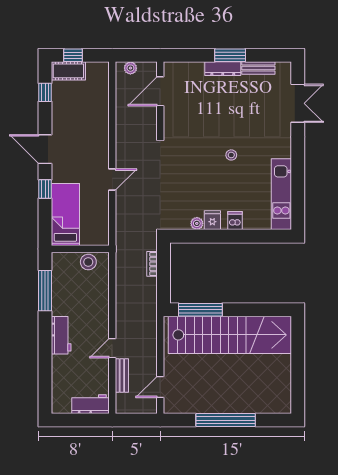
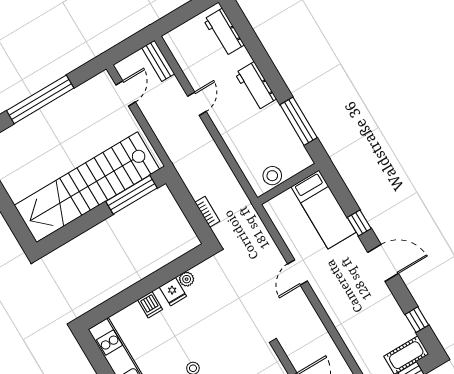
bench: (122, 375) -> (158, 61), moved
workbench: (90, 404) -> (224, 32), moved, turned 90

